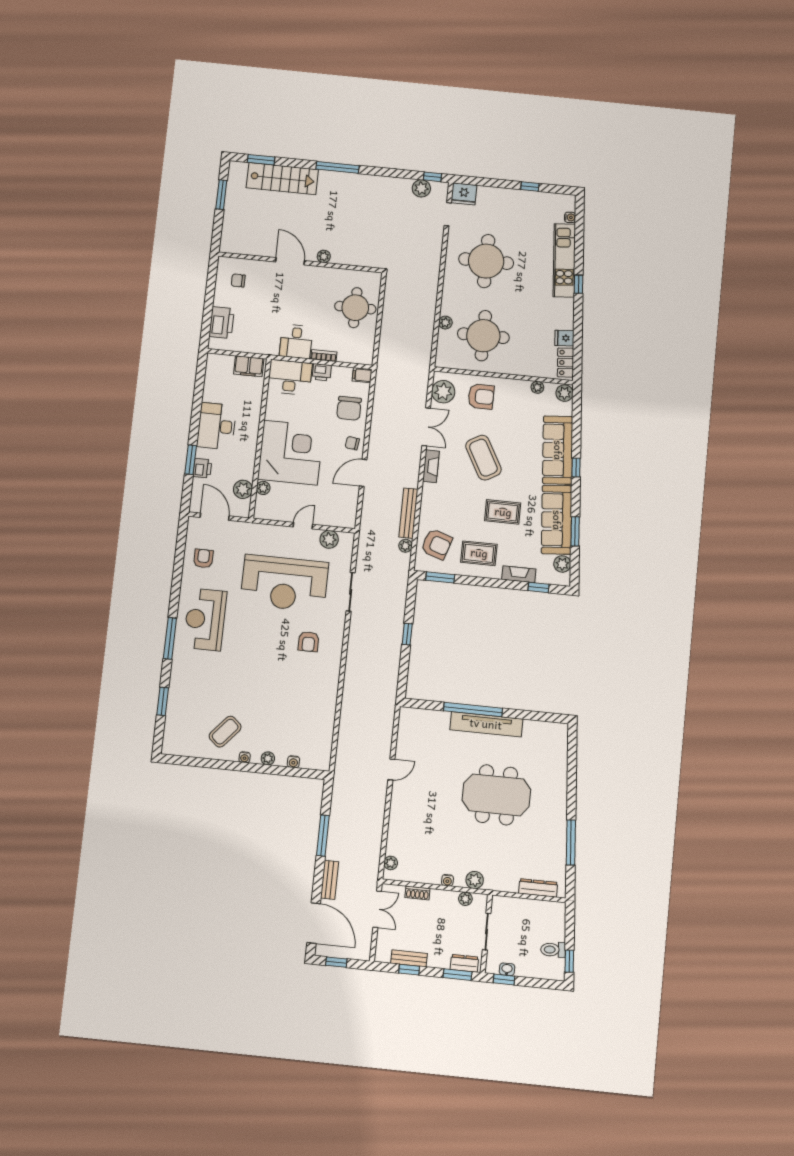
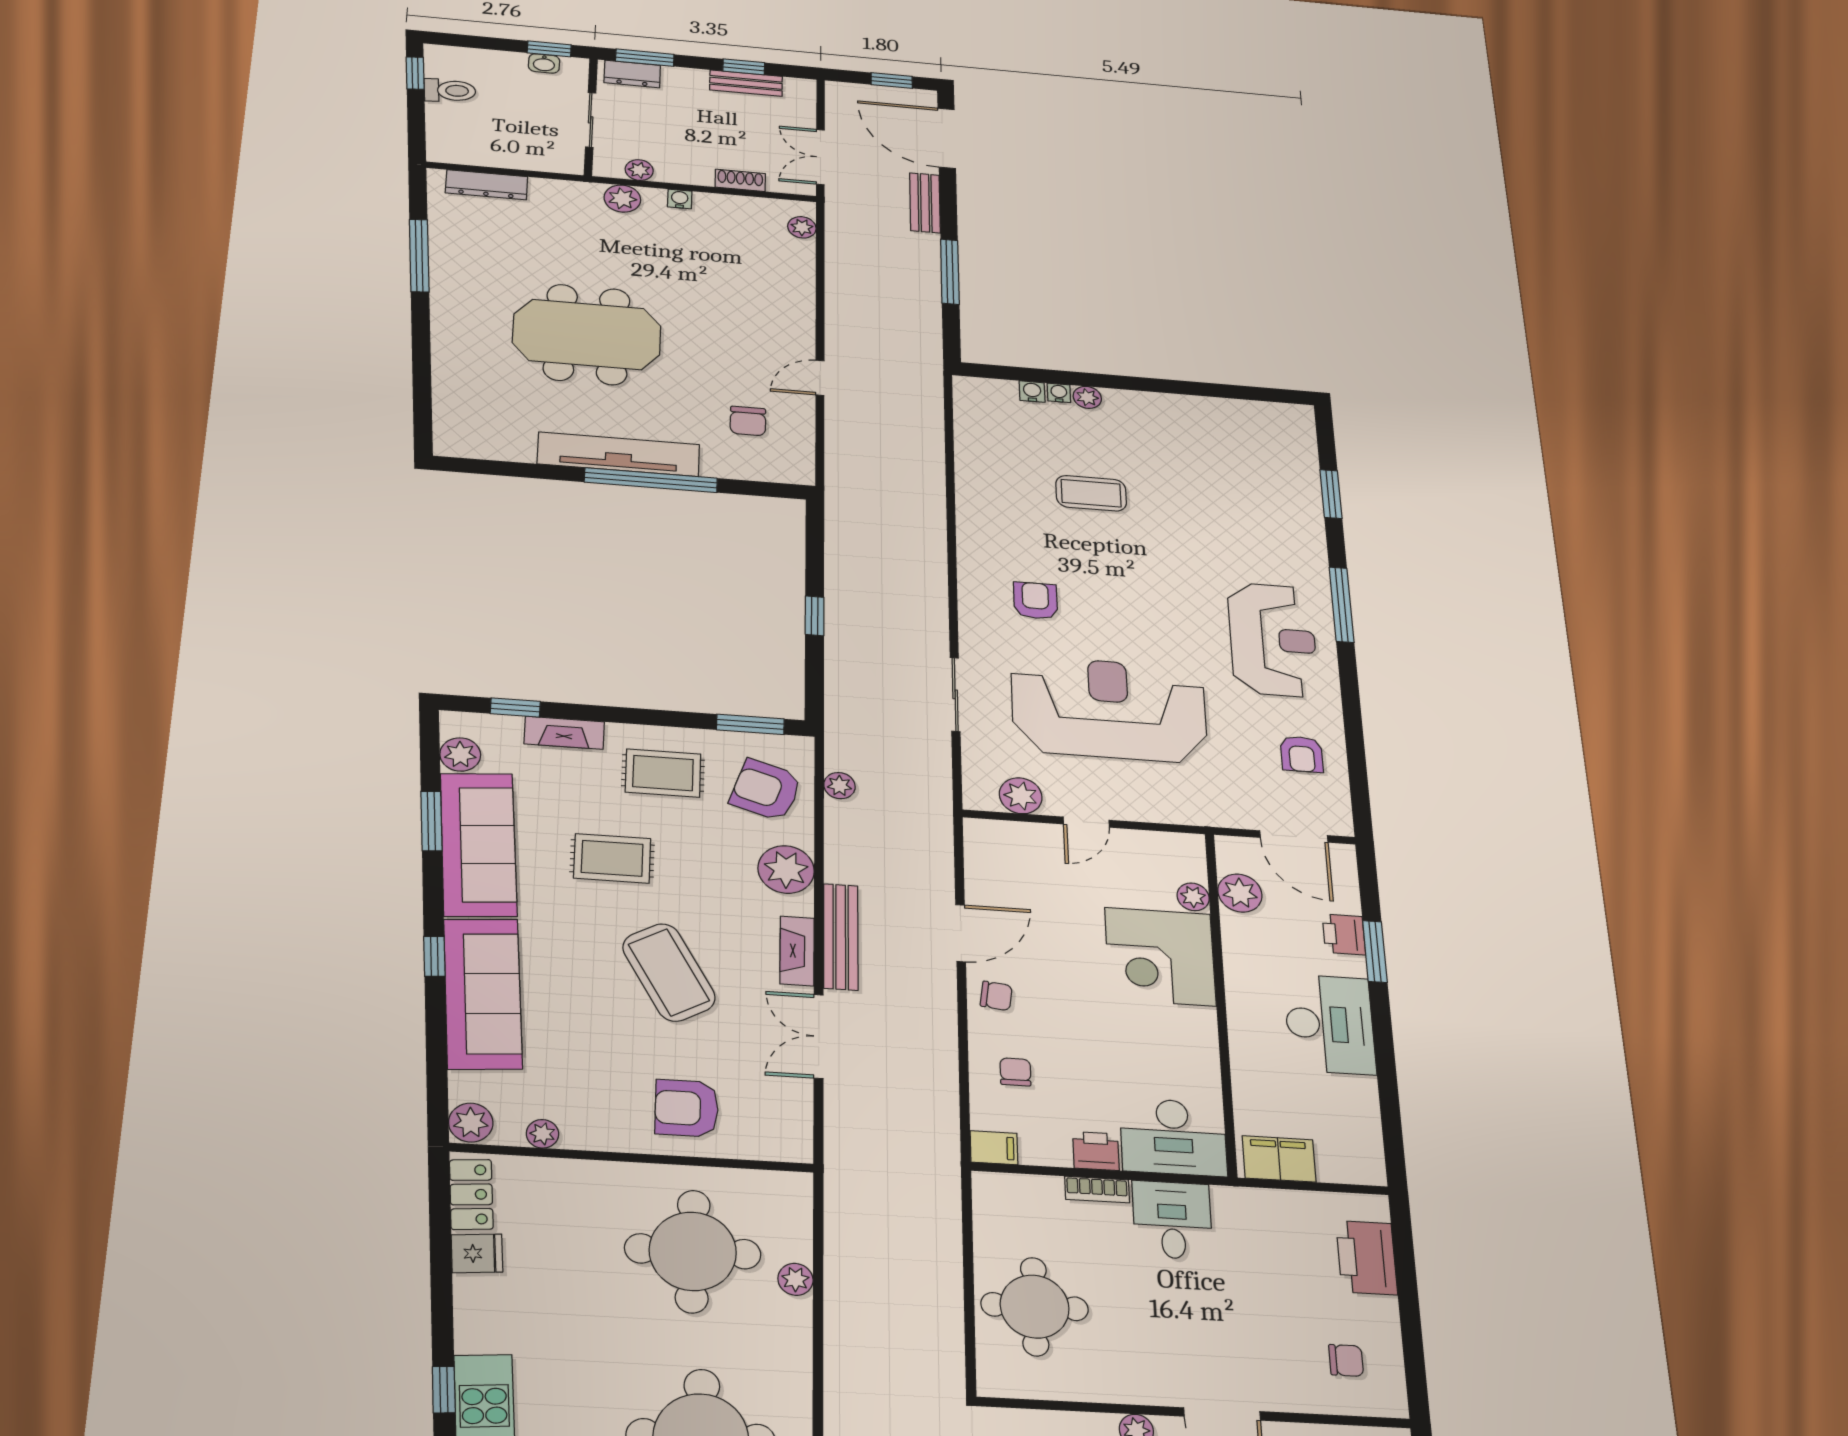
plant: (443, 392) -> (786, 869), moved
chair: (349, 408) -> (1015, 1072), width x0.54, depth x0.54
corner desk: (291, 453) -> (1160, 957), width x0.74, depth x0.74
bench: (408, 513) -> (841, 937), moved
coffee table: (225, 732) -> (1091, 493), moved, turned 49
chair: (427, 744) -> (748, 421), added
water cooler: (245, 757) -> (1059, 393), moved

